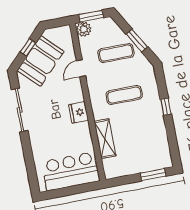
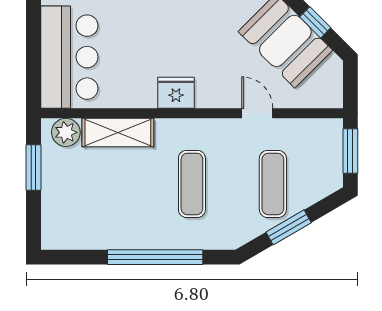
plant: (84, 29) -> (66, 132), moved
window: (166, 107) -> (155, 257), width x3.17
window: (153, 175) -> (34, 168), moved

